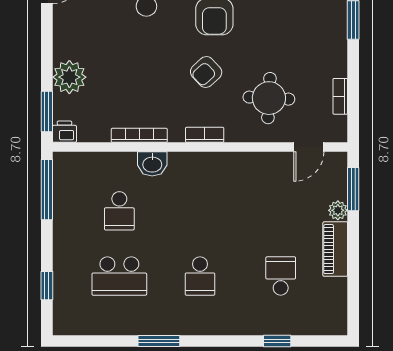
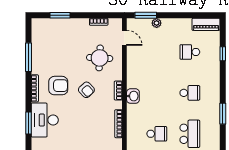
washbasin: (152, 164) -> (133, 96), moved
piano: (335, 249) -> (206, 24), moved

